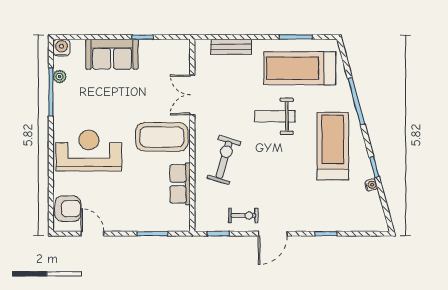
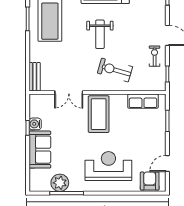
bench: (231, 47) -> (35, 77), moved
water cooler: (61, 48) -> (35, 124), moved
plant: (60, 77) -> (60, 183), width x1.87, depth x1.87
weight bench: (275, 116) -> (100, 34), moved
reception desk: (89, 151) -> (108, 166), turned 90
row of seats: (180, 184) -> (143, 101), moved

